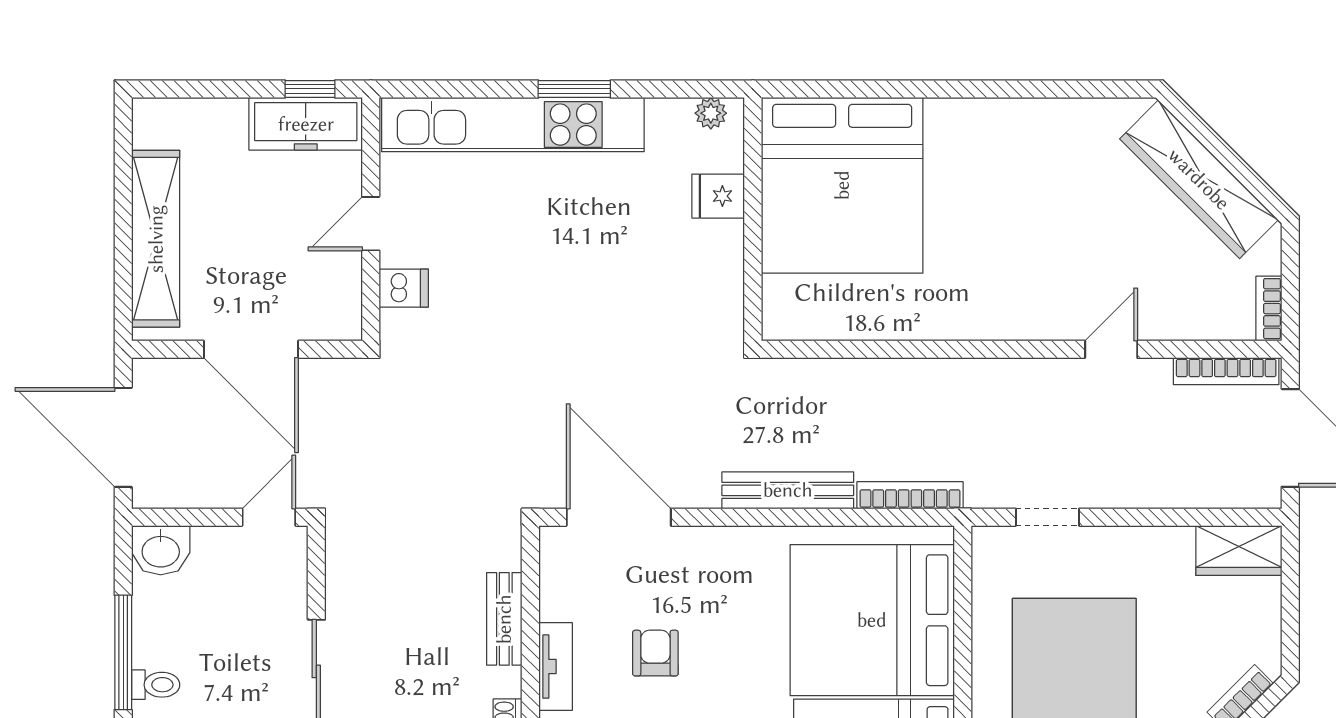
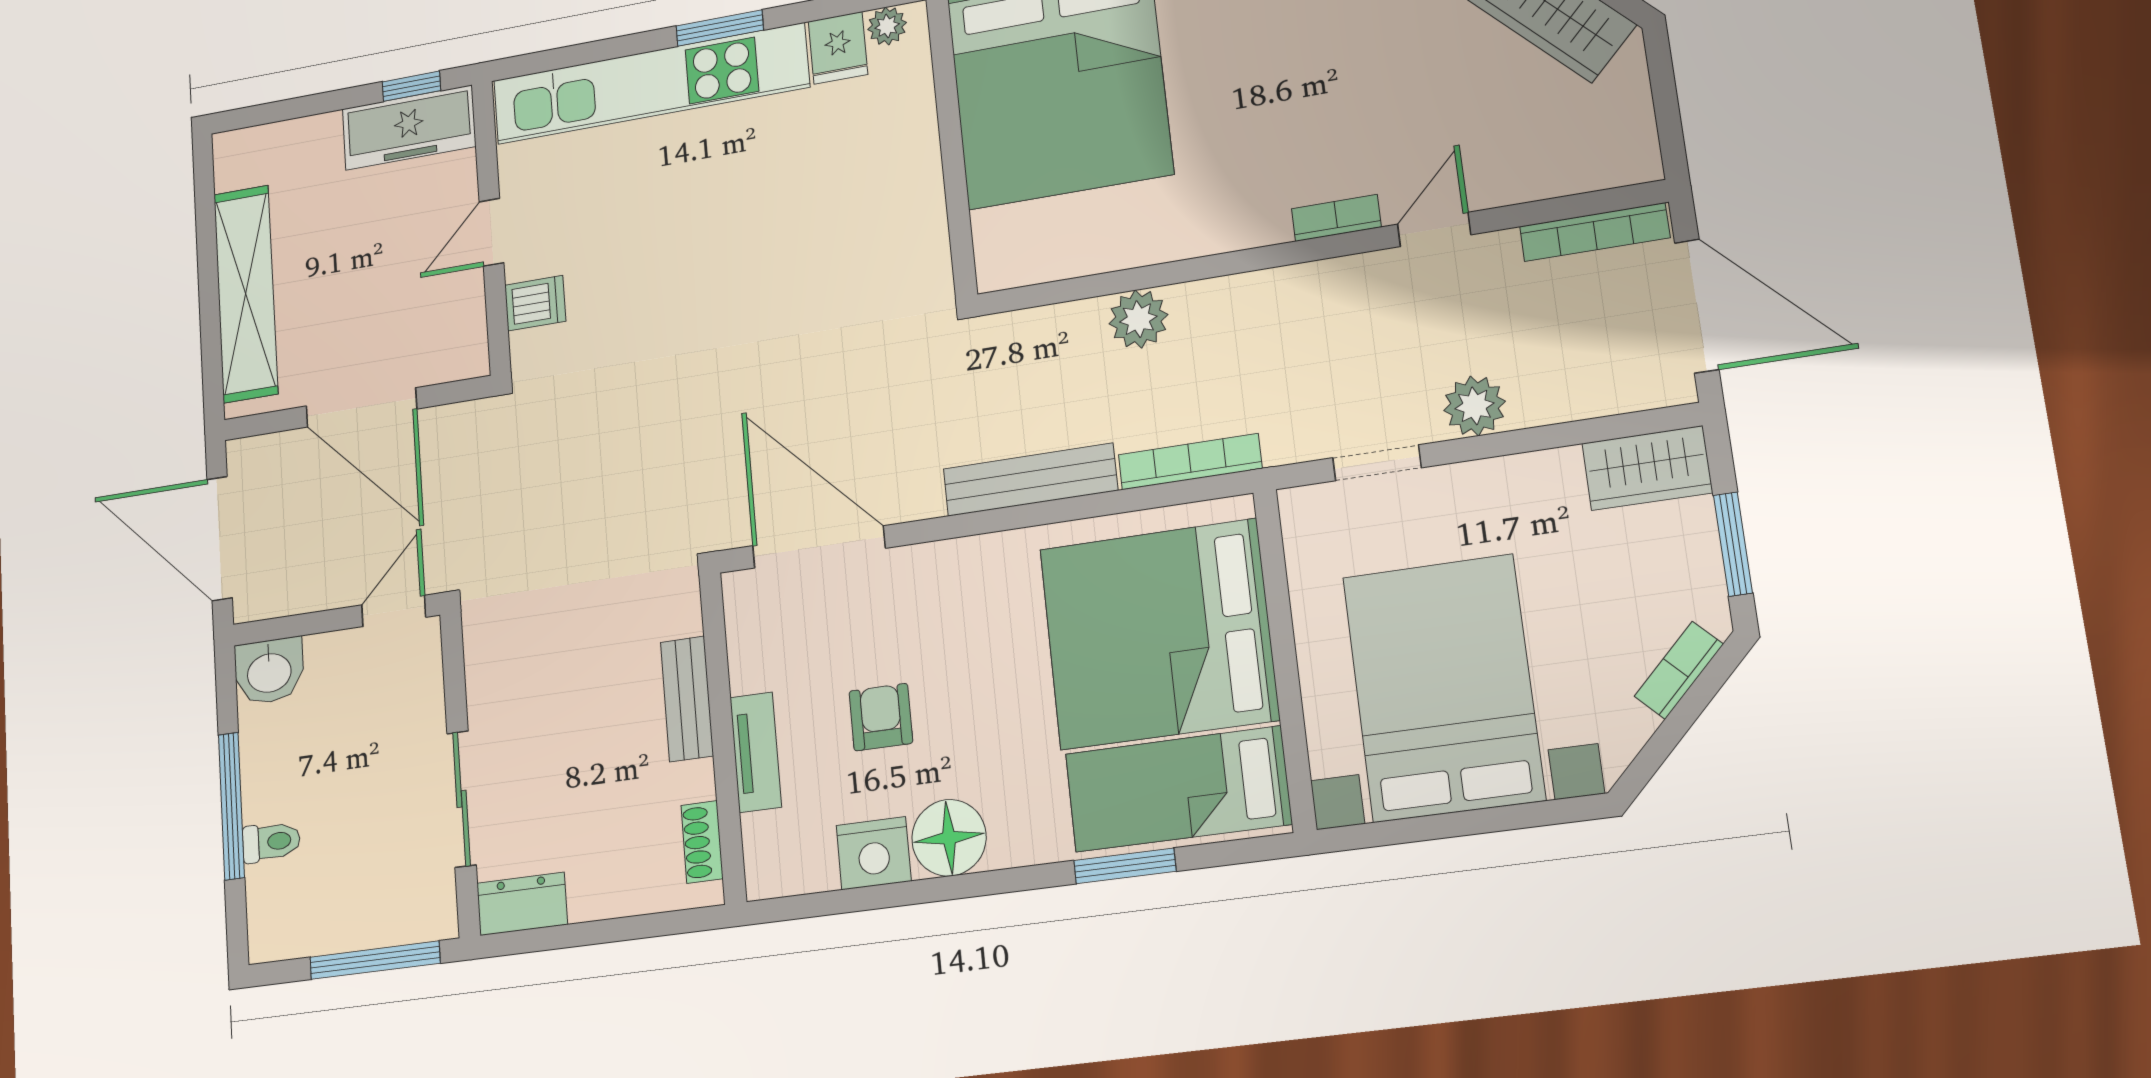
fridge: (718, 196) -> (838, 48), moved, turned -90
bookcase: (1269, 309) -> (1336, 218), moved, turned 90
plant: (883, 381) -> (1138, 319), added
plant: (1123, 486) -> (1475, 406), added
window: (1290, 614) -> (1733, 544), added

